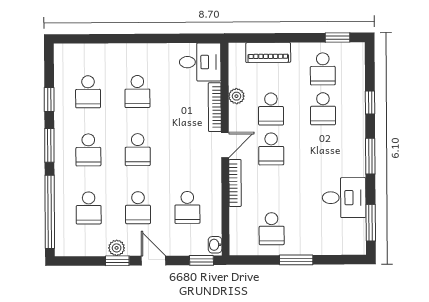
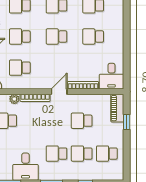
window: (338, 37) -> (127, 122), moved
piano: (268, 53) -> (117, 108), moved
plant: (236, 96) -> (14, 99), moved
door: (225, 145) -> (59, 92), swing flipped
school desk: (271, 149) -> (56, 154), moved

